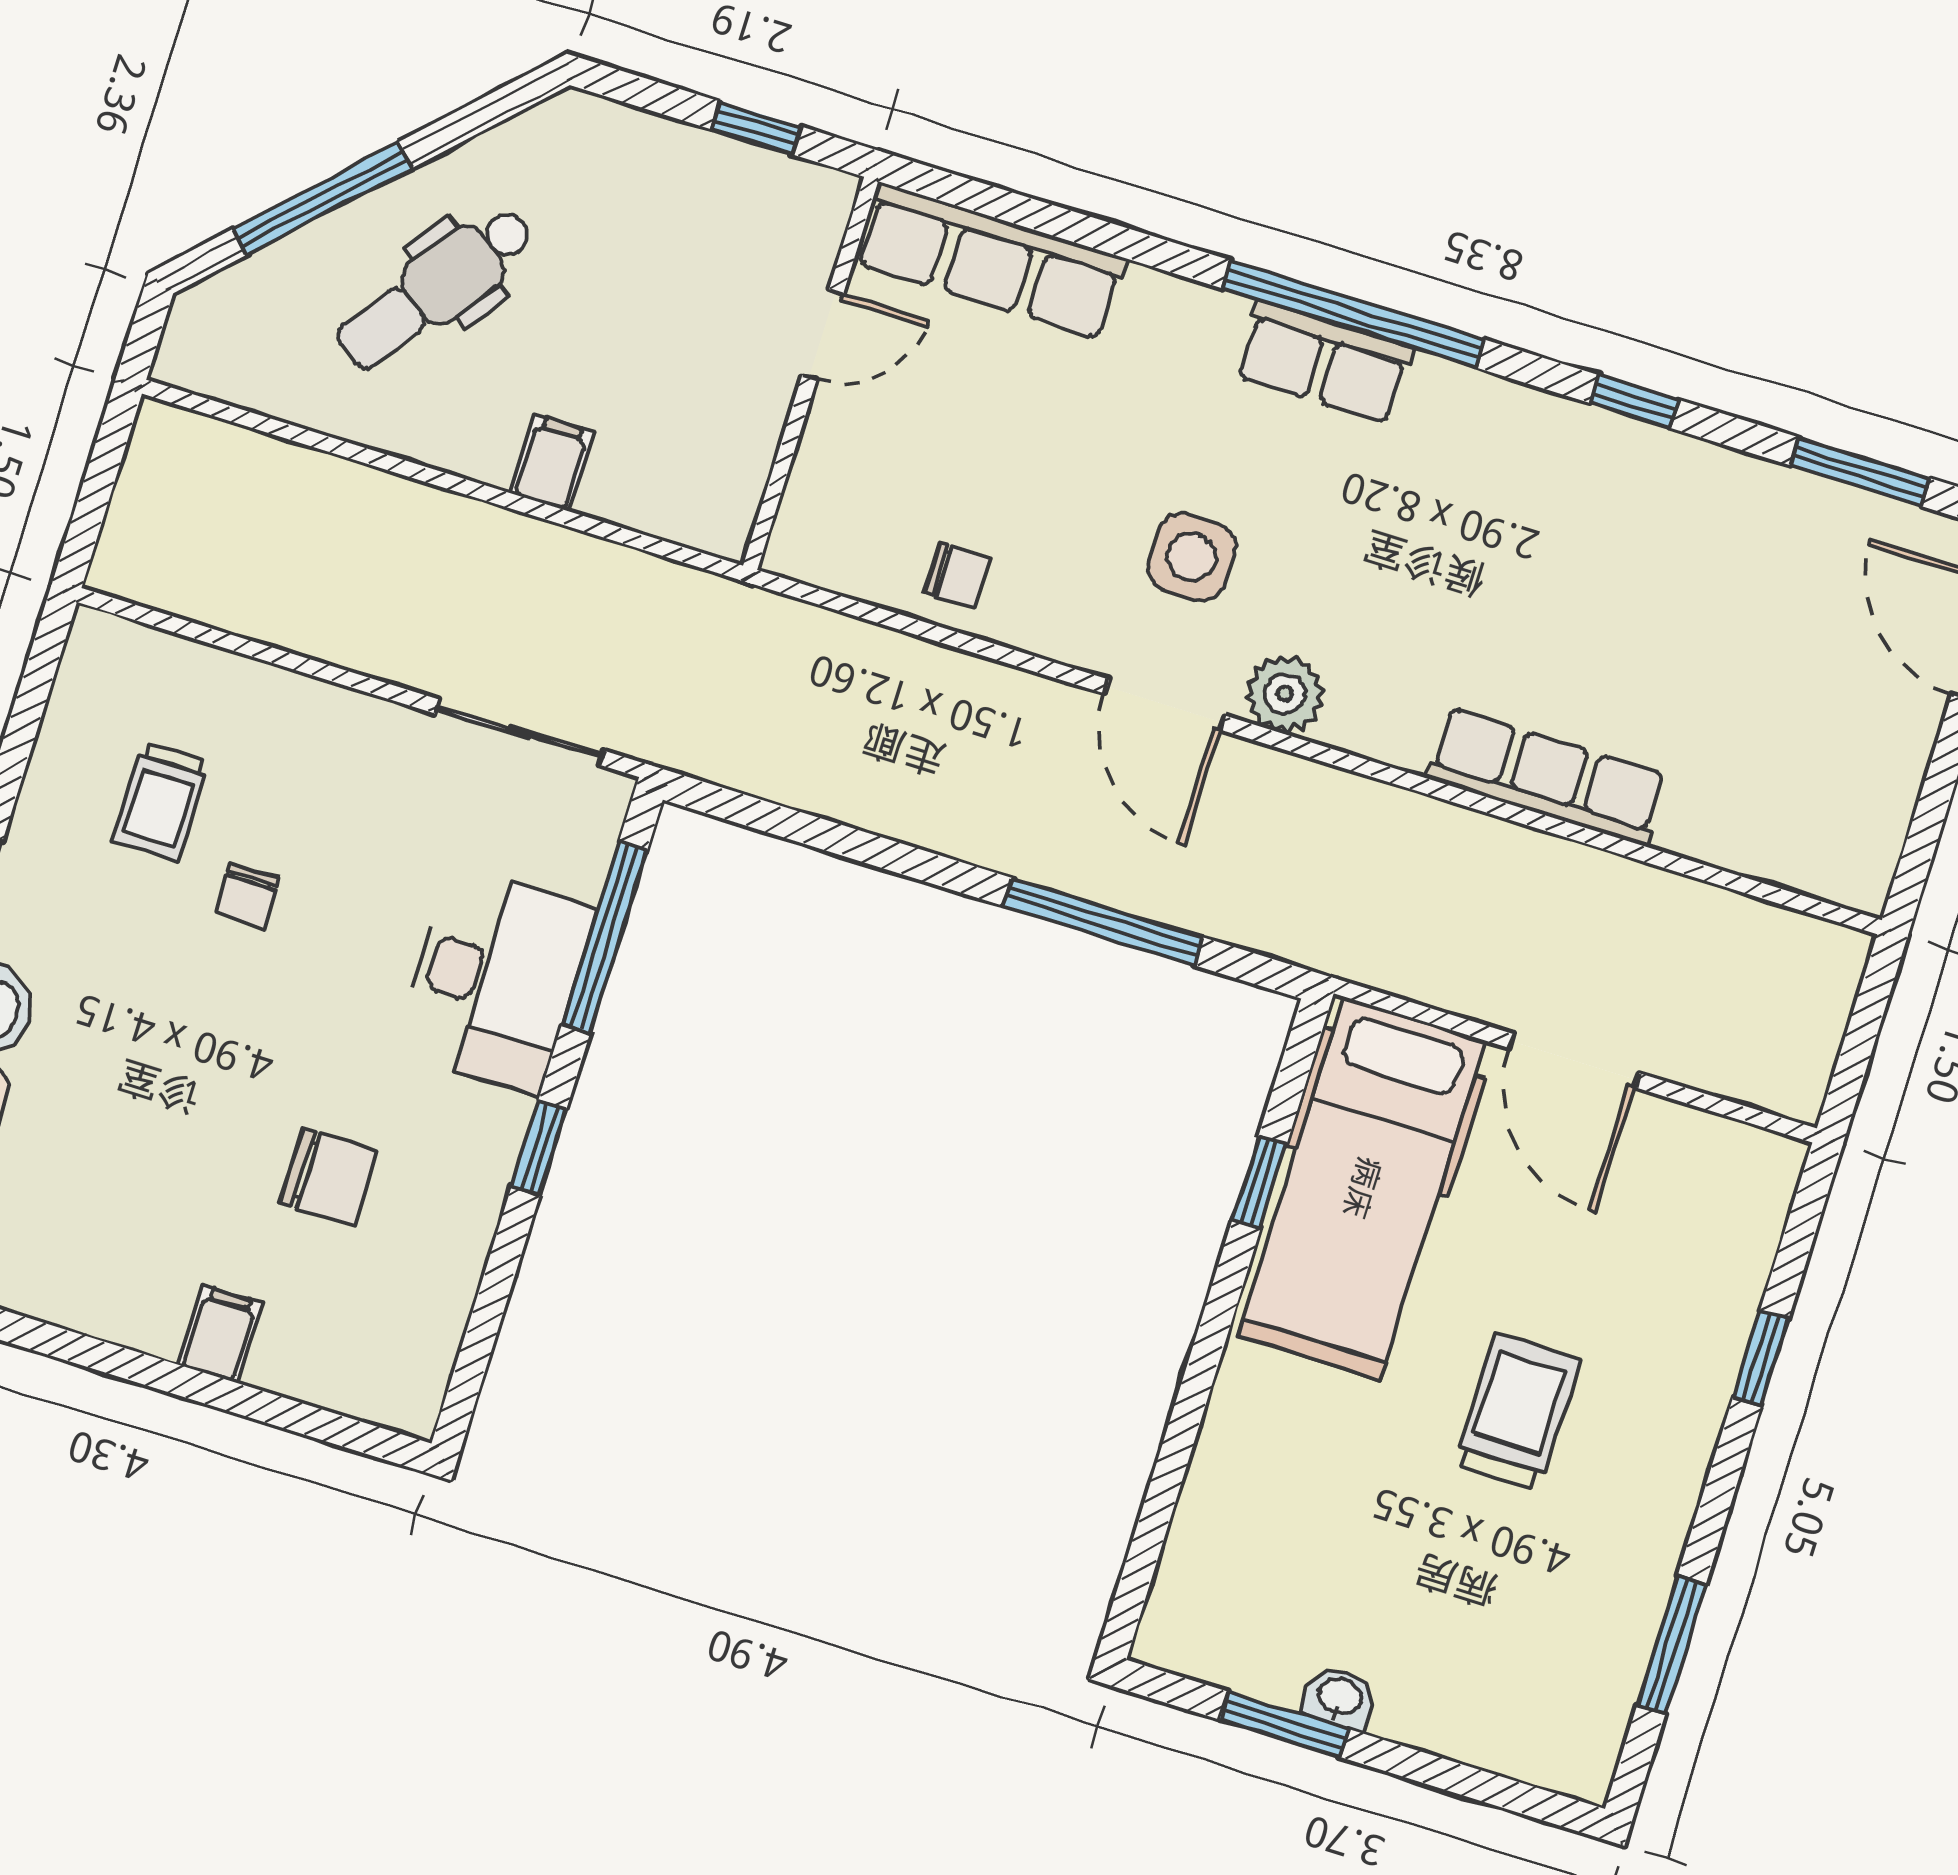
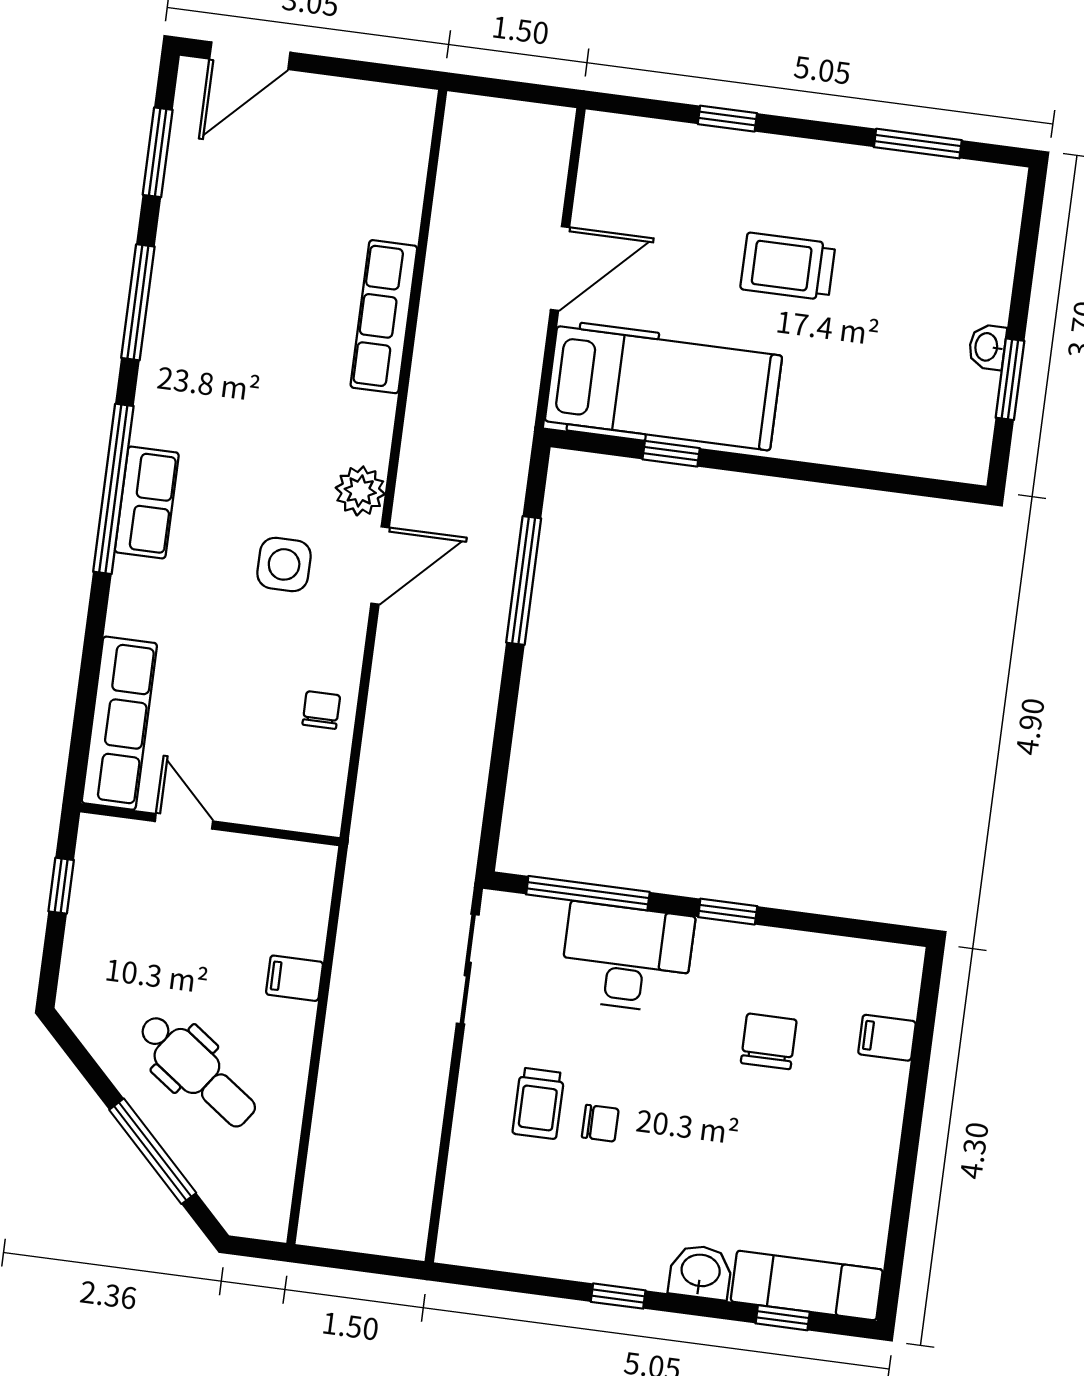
window: (1635, 402) -> (138, 302), width x2.17
trolley: (161, 801) -> (538, 1103), moved, turned 90
filing cabinet: (220, 1334) -> (887, 1038), moved

